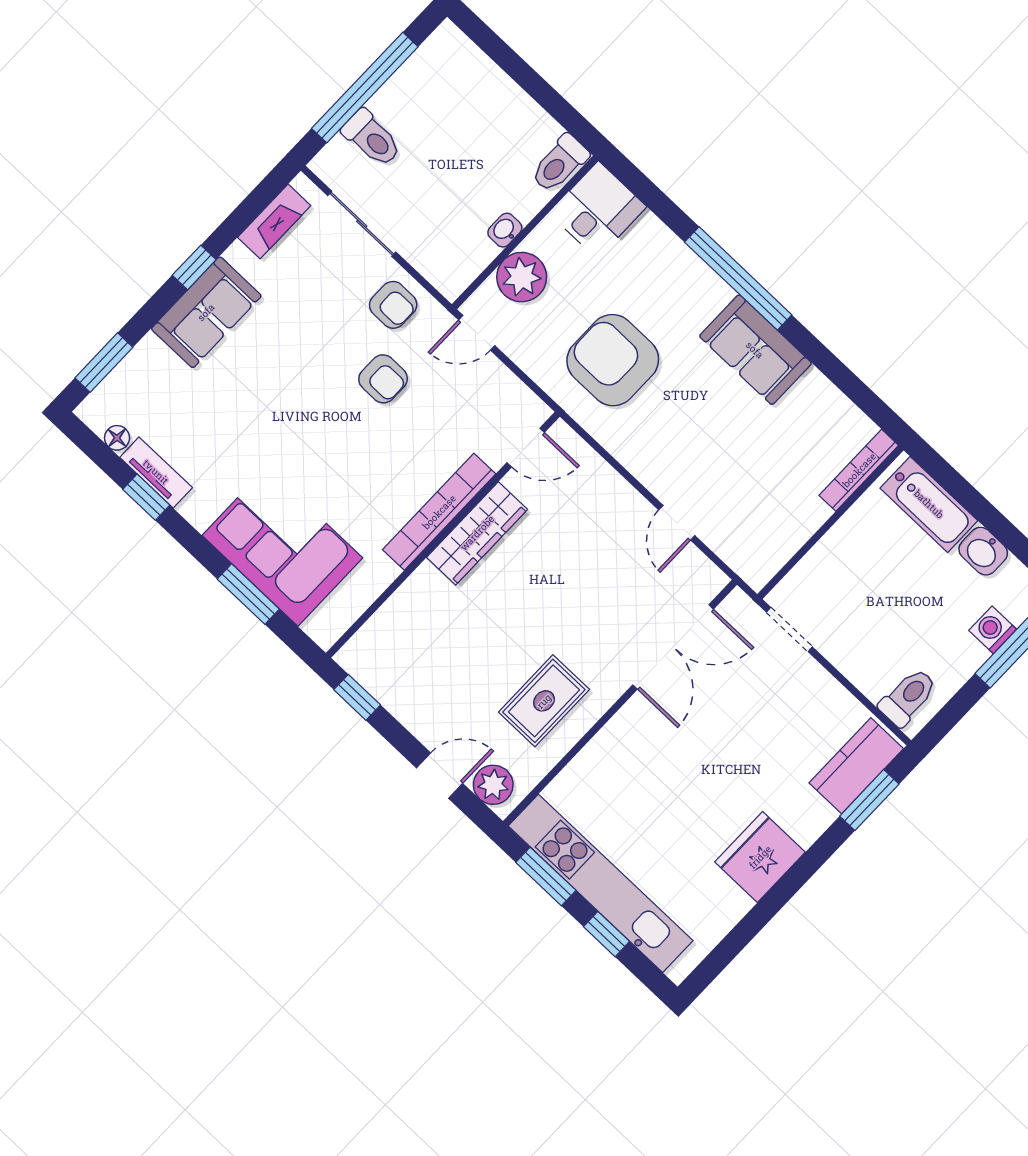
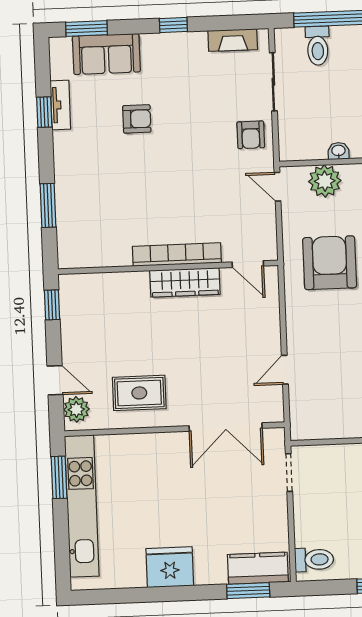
sofa: (206, 312) -> (106, 54), moved
armchair: (383, 379) -> (137, 119), moved, turned -90
floor lamp: (117, 438) -> (58, 70), removed
corner sofa: (282, 547) -> (86, 199), removed
window: (607, 934) -> (61, 533), removed

